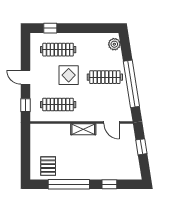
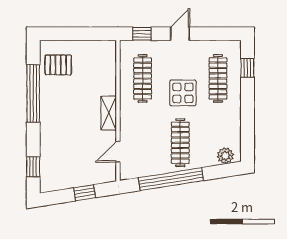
window: (109, 184) -> (33, 167), moved

